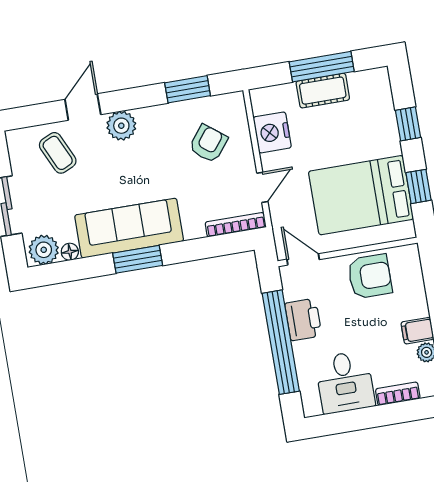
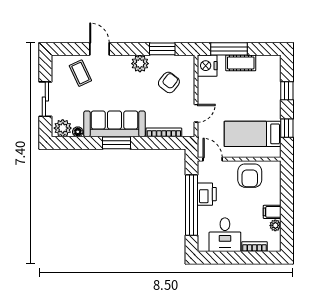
window: (322, 67) -> (229, 49), moved
door: (83, 107) -> (100, 49), hinge flipped
plant: (121, 126) -> (140, 64), moved
nightstand: (272, 132) -> (207, 66), moved
bed: (361, 195) -> (253, 134), width x0.67
bookcase: (236, 225) -> (164, 132), moved
armchair: (370, 276) -> (250, 176), turned 90

